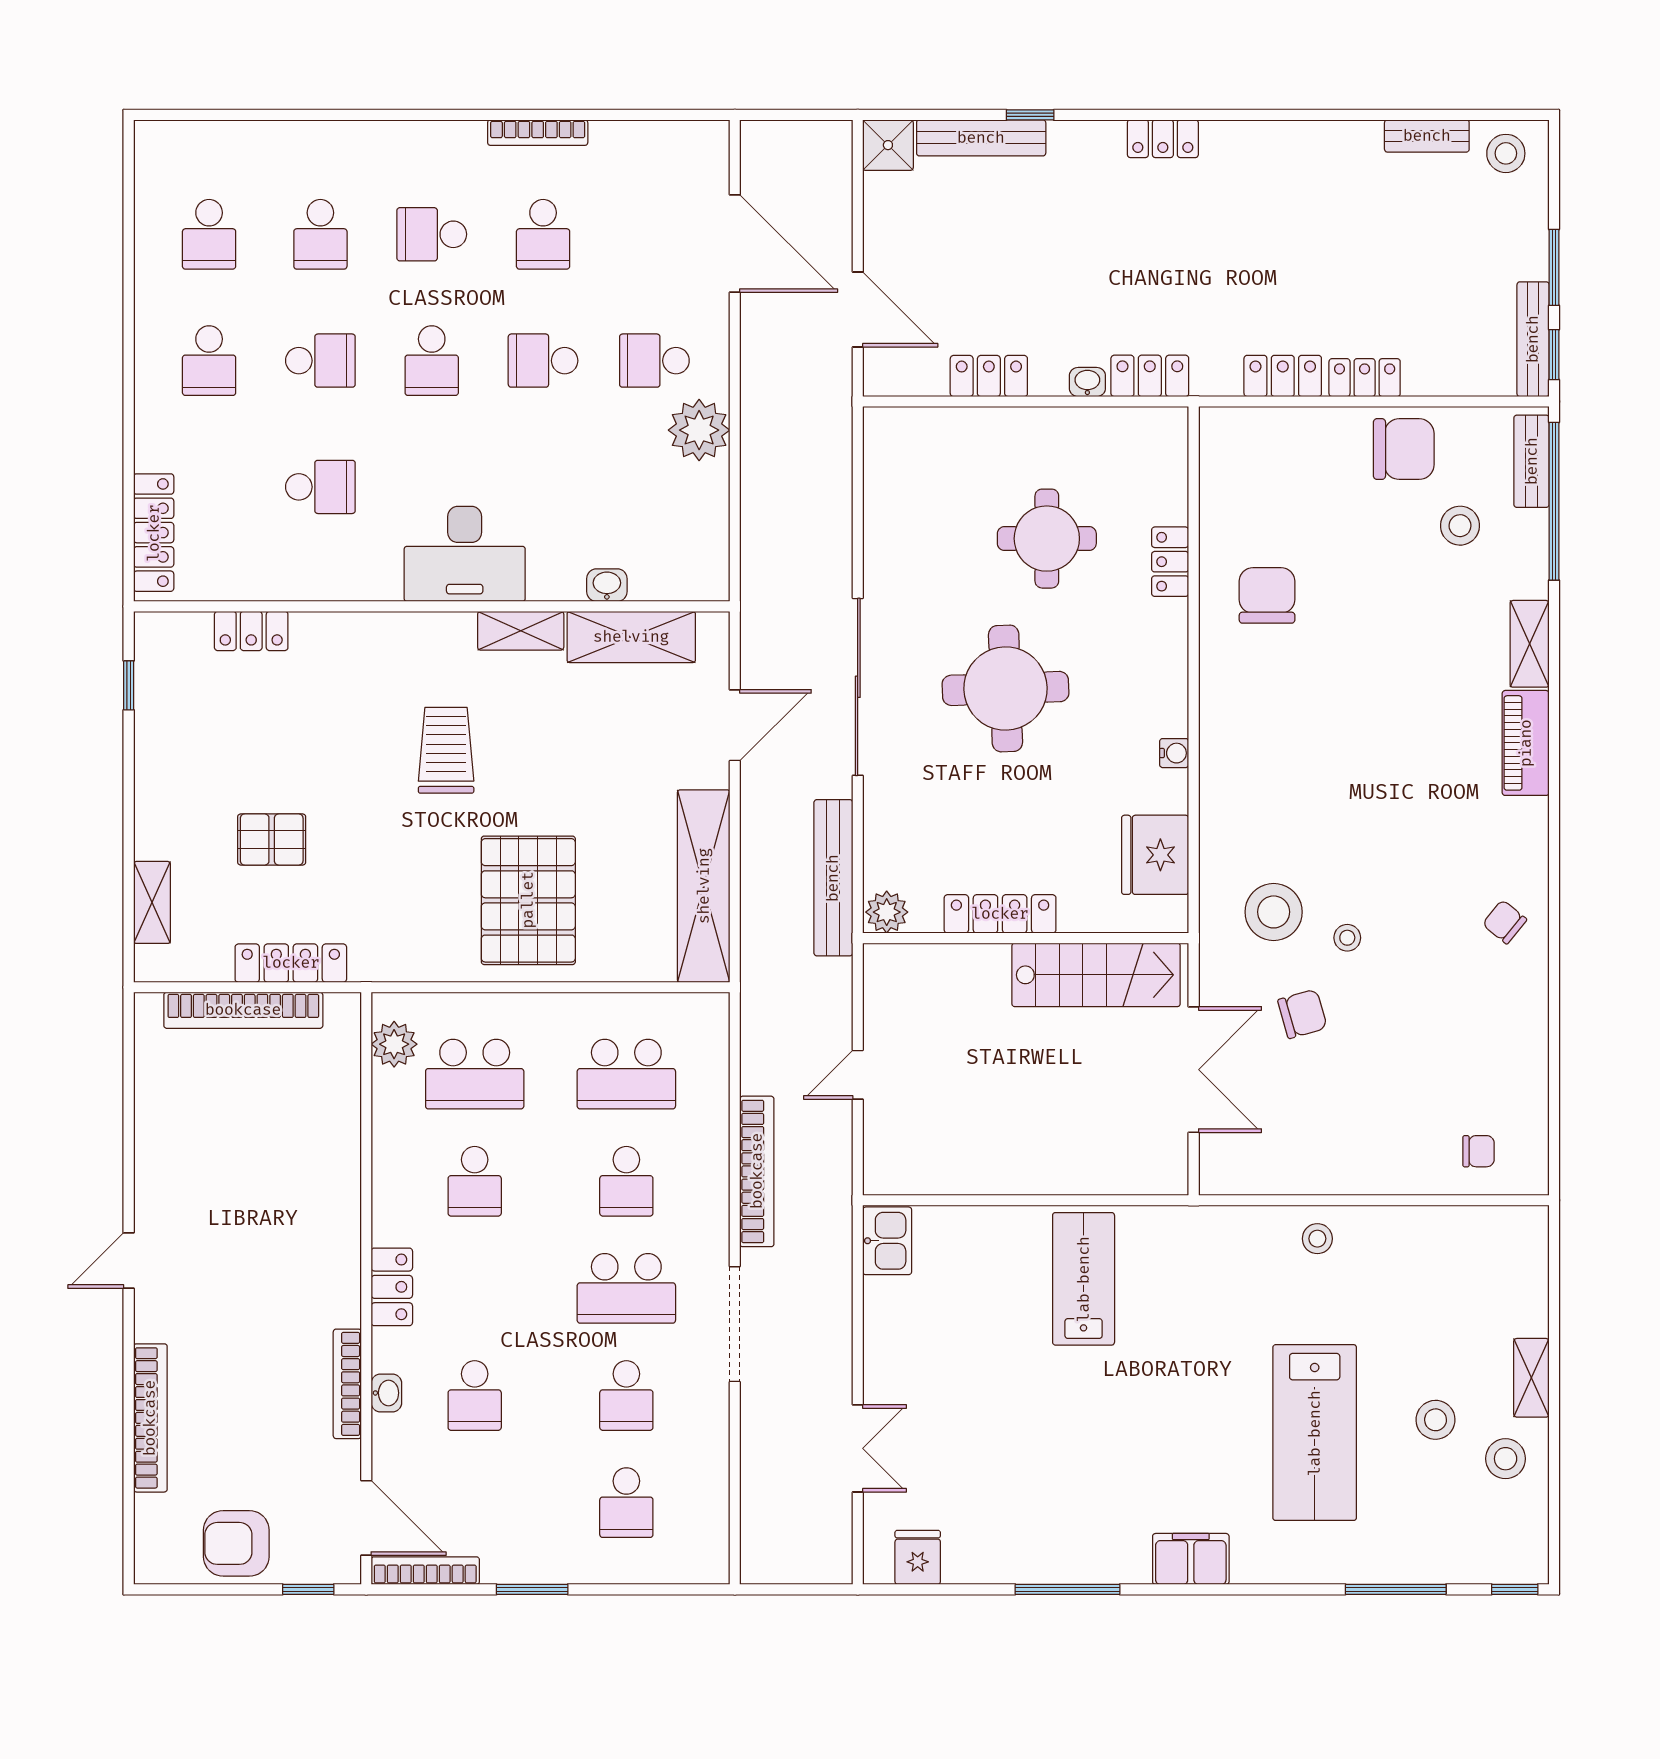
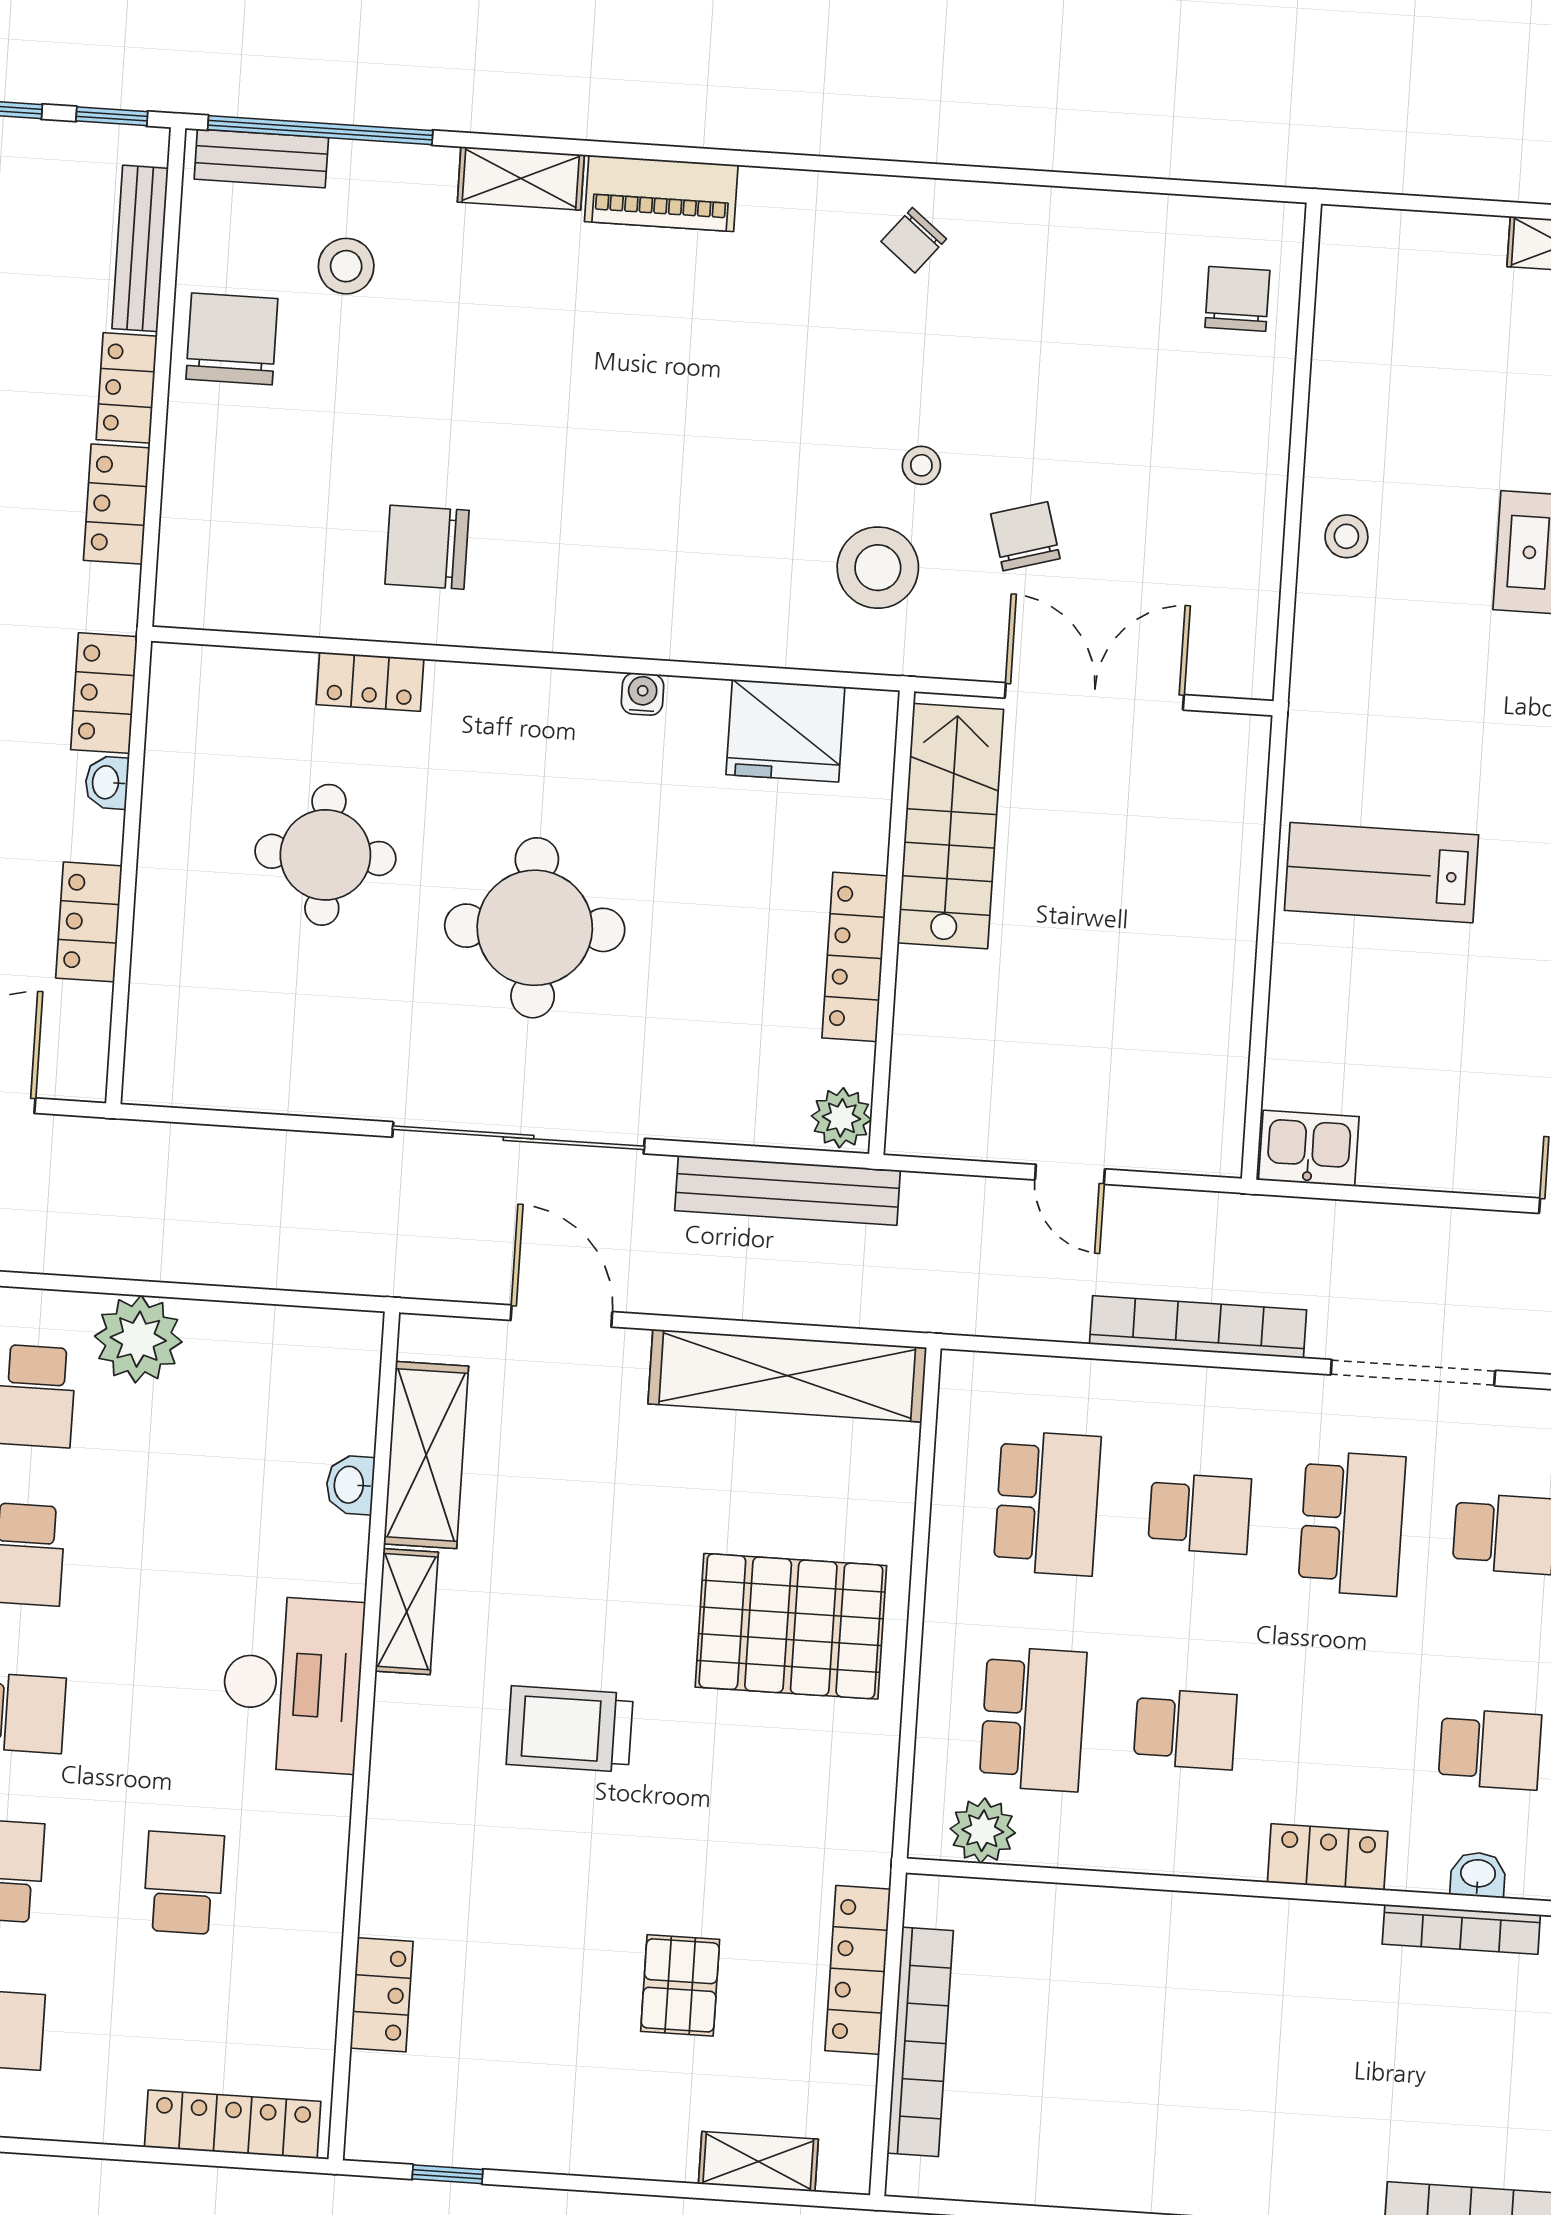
bench: (1533, 339) -> (140, 248), moved, turned 90
chair: (1479, 1151) -> (1237, 299), width x1.37, depth x1.37

